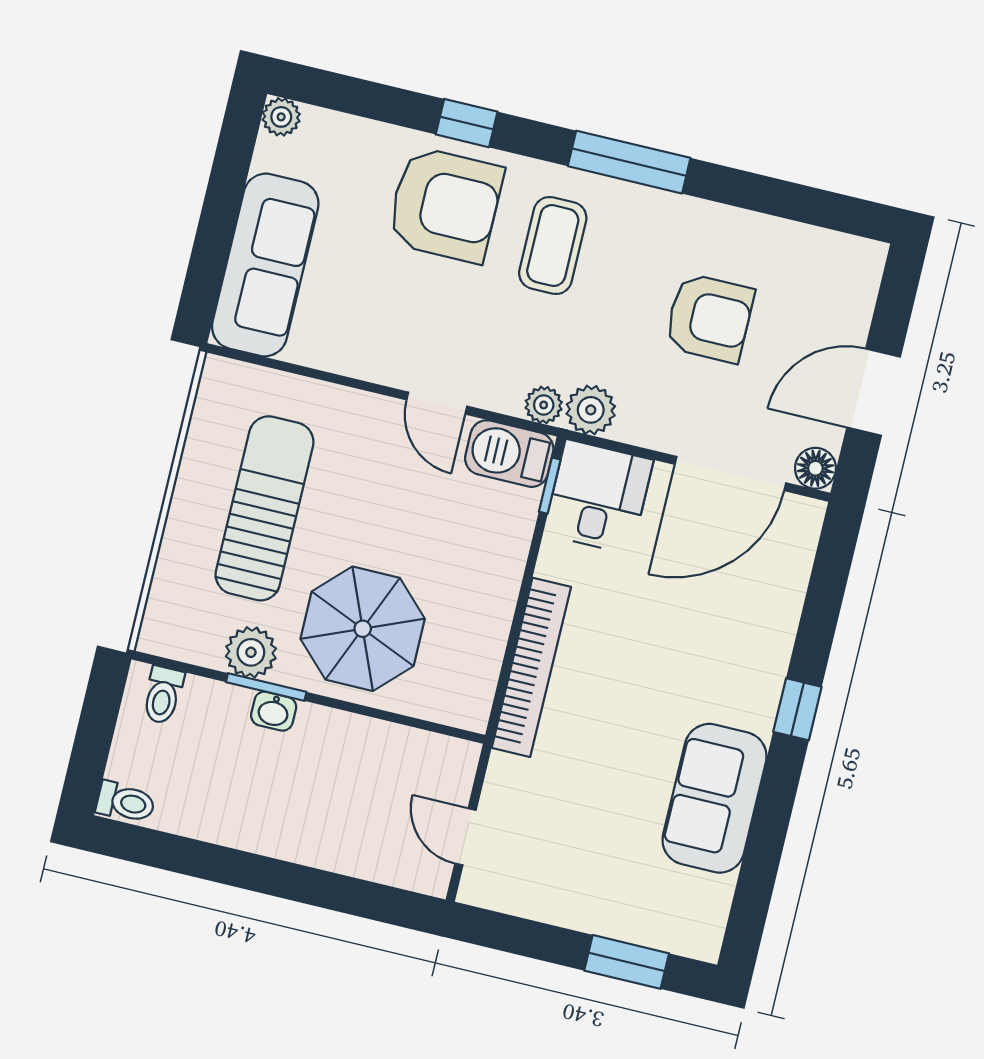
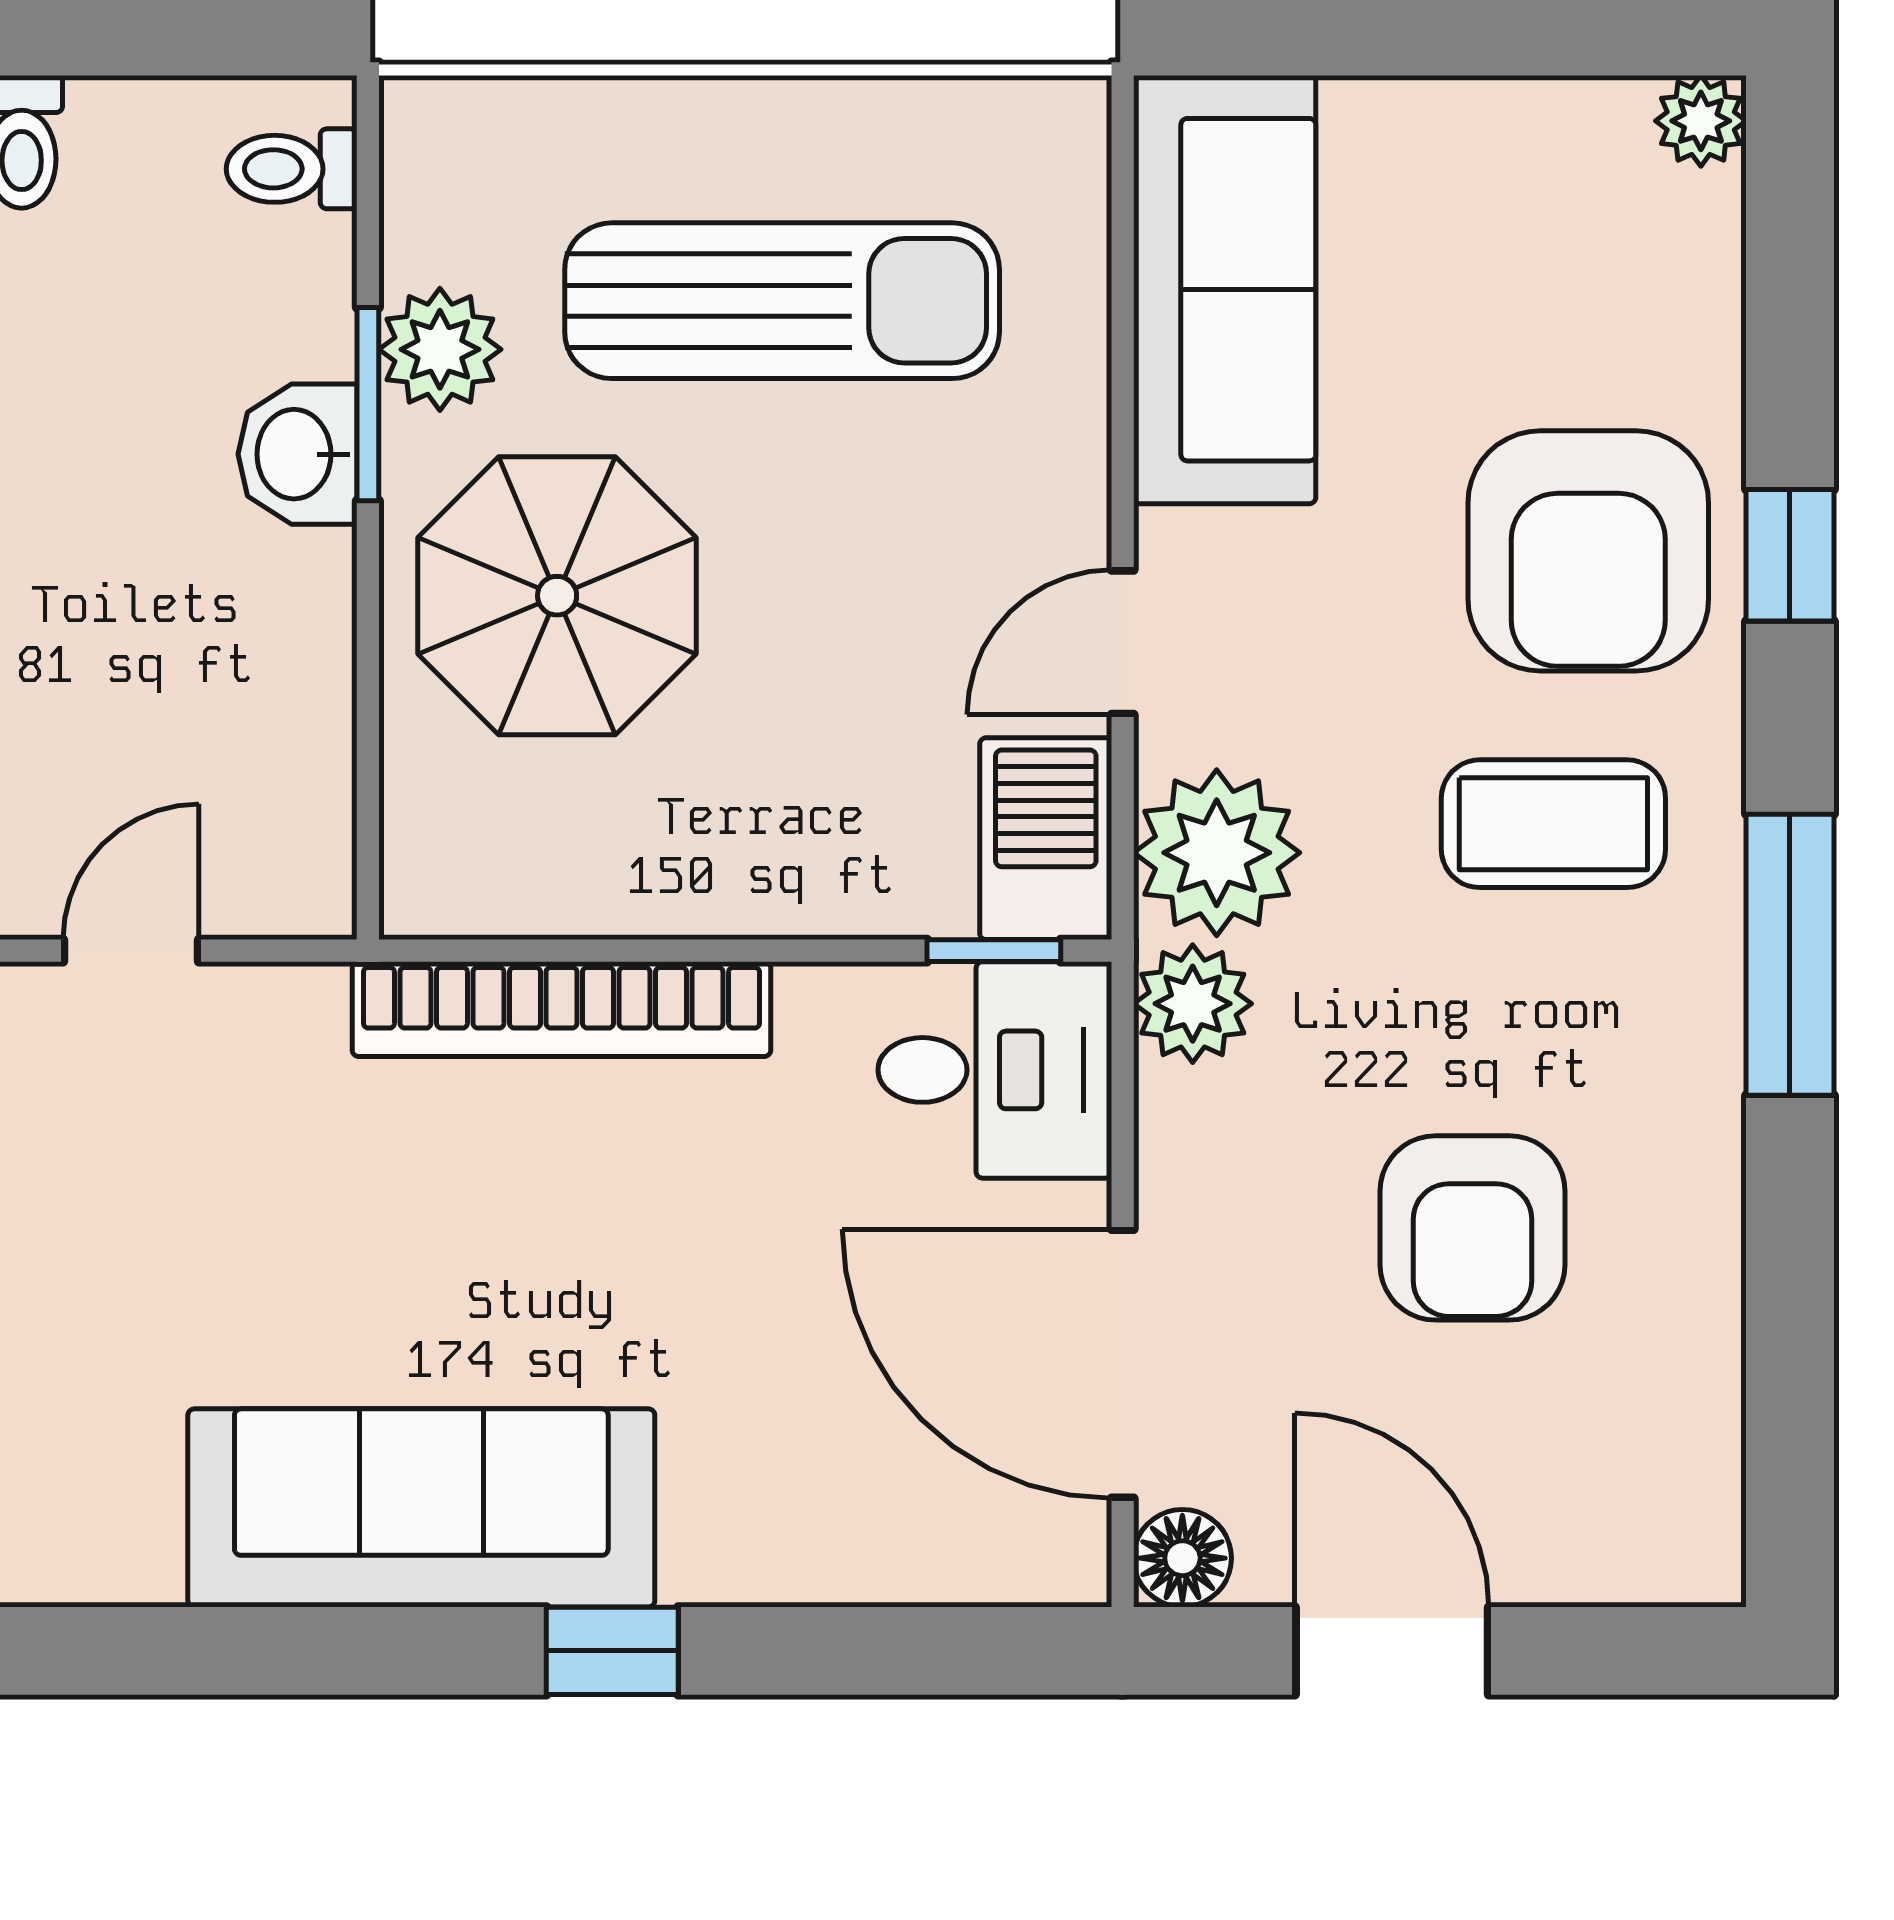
sofa: (265, 265) -> (1225, 290), moved, turned -90
plant: (544, 405) -> (1217, 853), width x1.87, depth x1.87
washbasin: (274, 711) -> (298, 454), width x1.38, depth x1.45
sofa: (715, 798) -> (421, 1508), width x1.36

